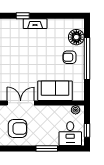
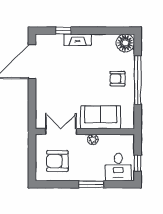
floor lamp: (76, 37) -> (125, 43), moved
plant: (76, 110) -> (93, 139), moved
armchair: (18, 128) -> (57, 161), turned 180

